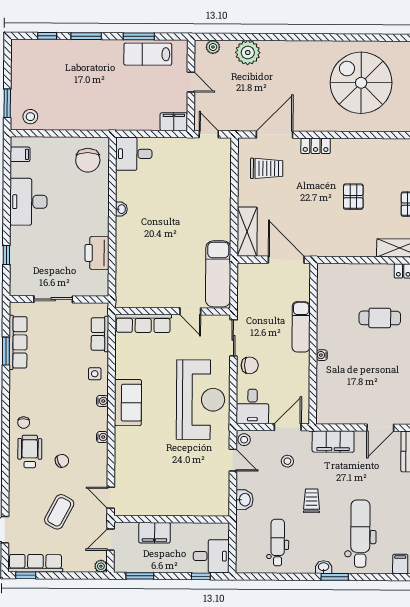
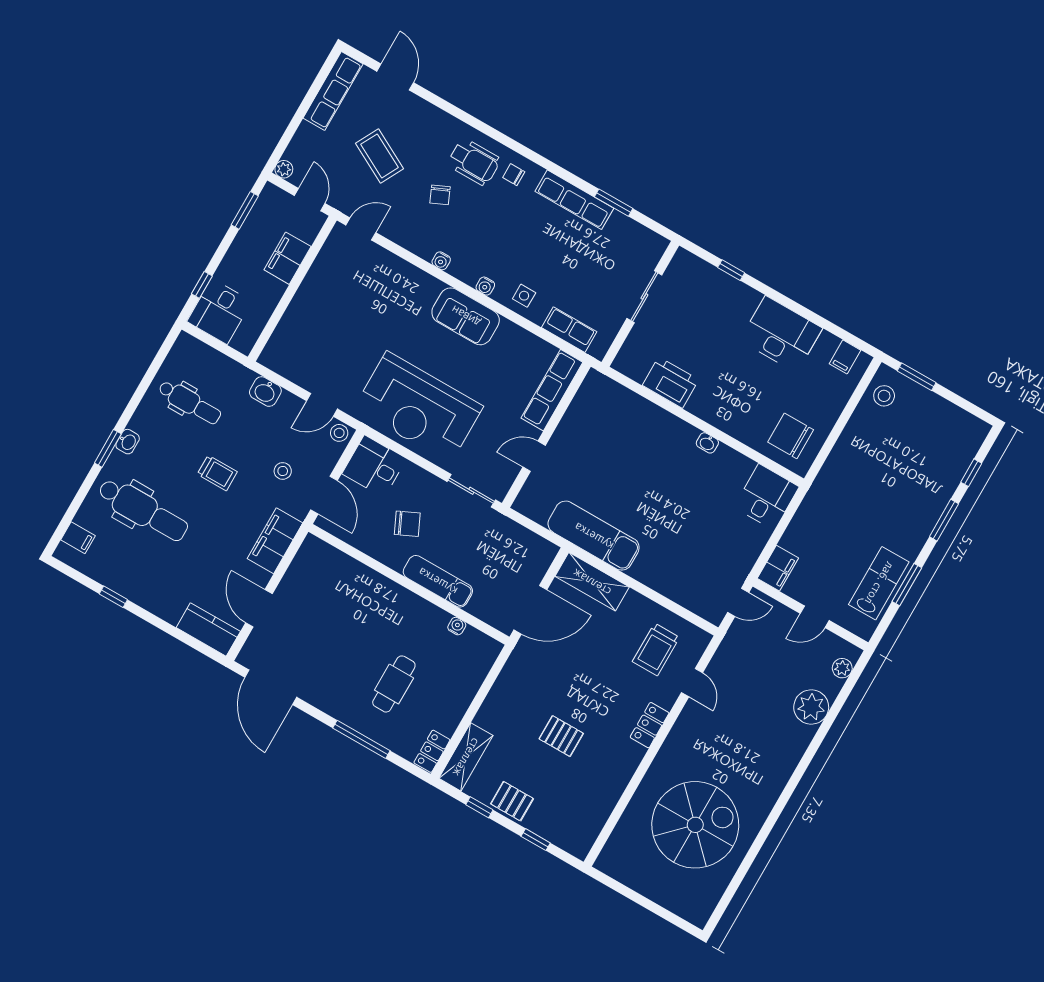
door: (275, 135) -> (692, 683), width x0.53
exam couch: (218, 274) -> (594, 536), moved
row of seats: (18, 342) -> (574, 200), moved
water cooler: (322, 355) -> (457, 626), moved
chair: (250, 365) -> (407, 524), moved, turned -115
window: (26, 575) -> (325, 71), removed

